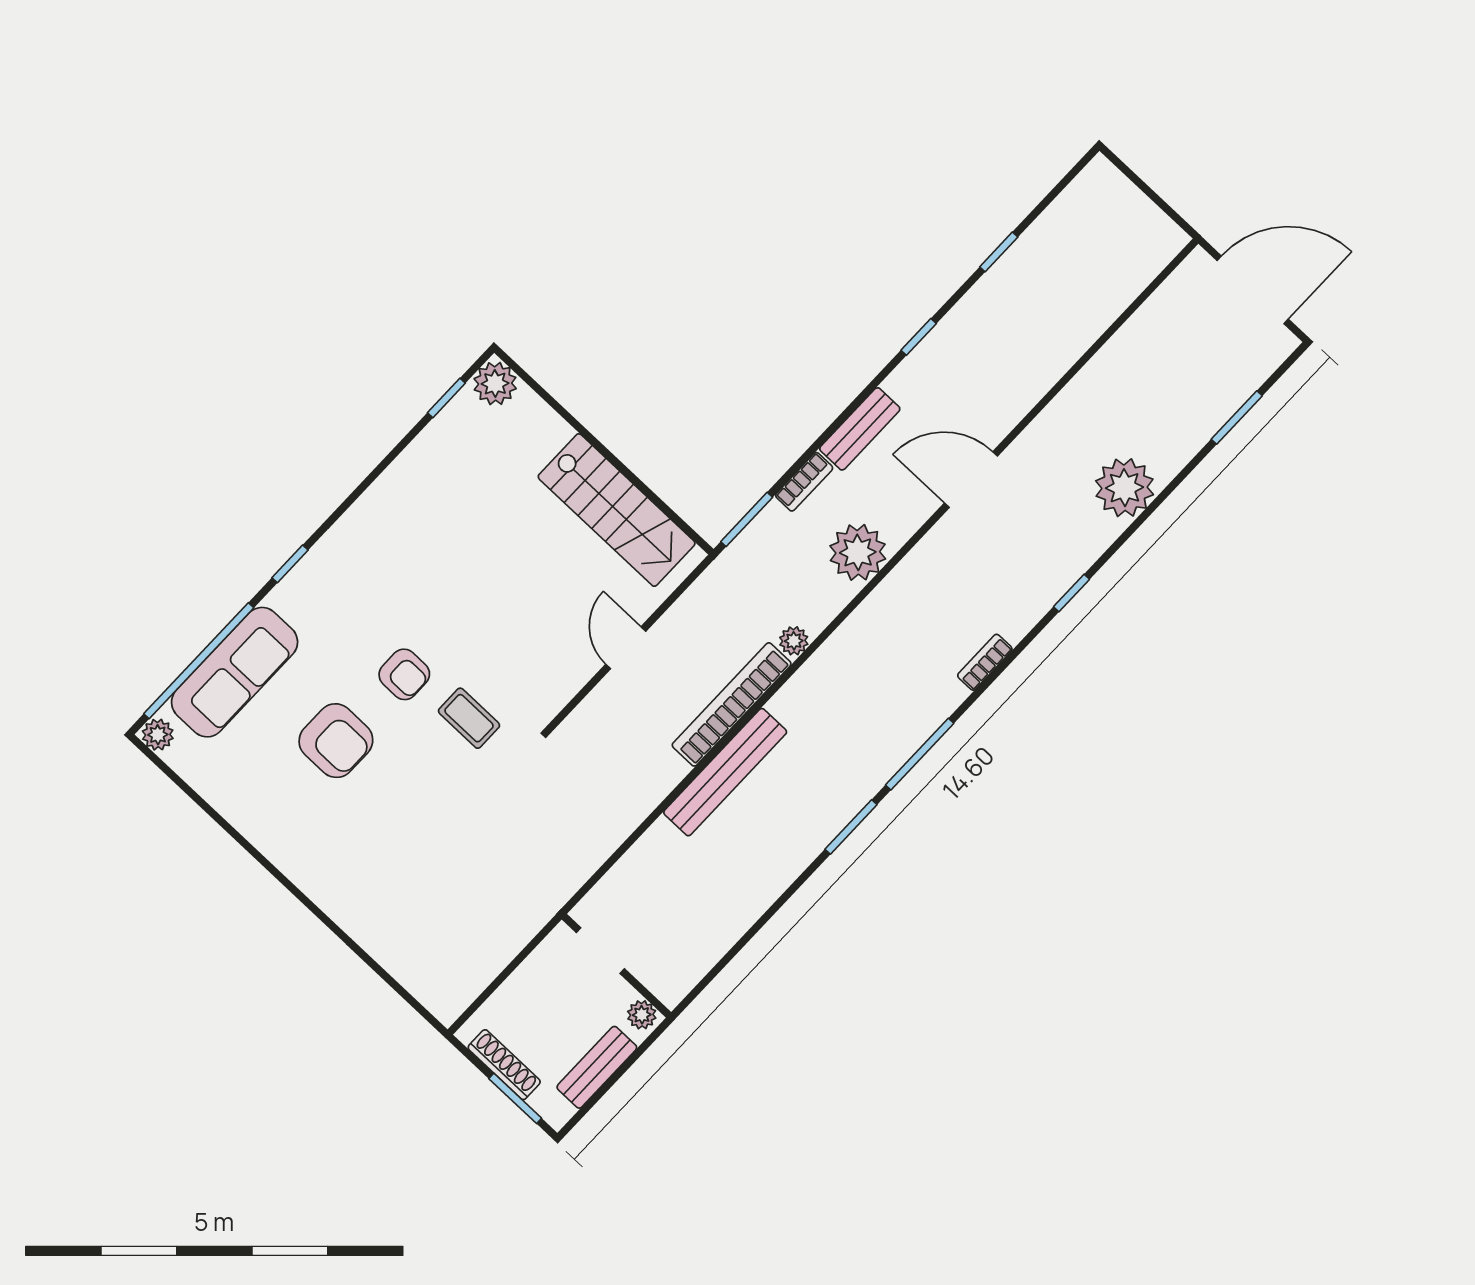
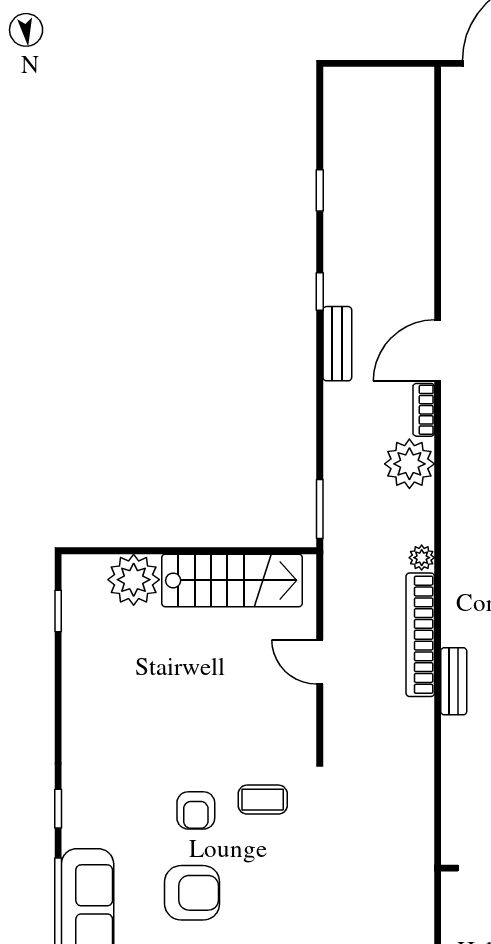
plant: (495, 384) -> (134, 580), moved, width x1.36, depth x1.36
bench: (860, 429) -> (337, 344), moved
bookcase: (804, 482) -> (424, 410), moved, turned 180
armchair: (404, 674) -> (196, 810), turned 90
bench: (725, 772) -> (454, 681), width x0.54, depth x0.82

